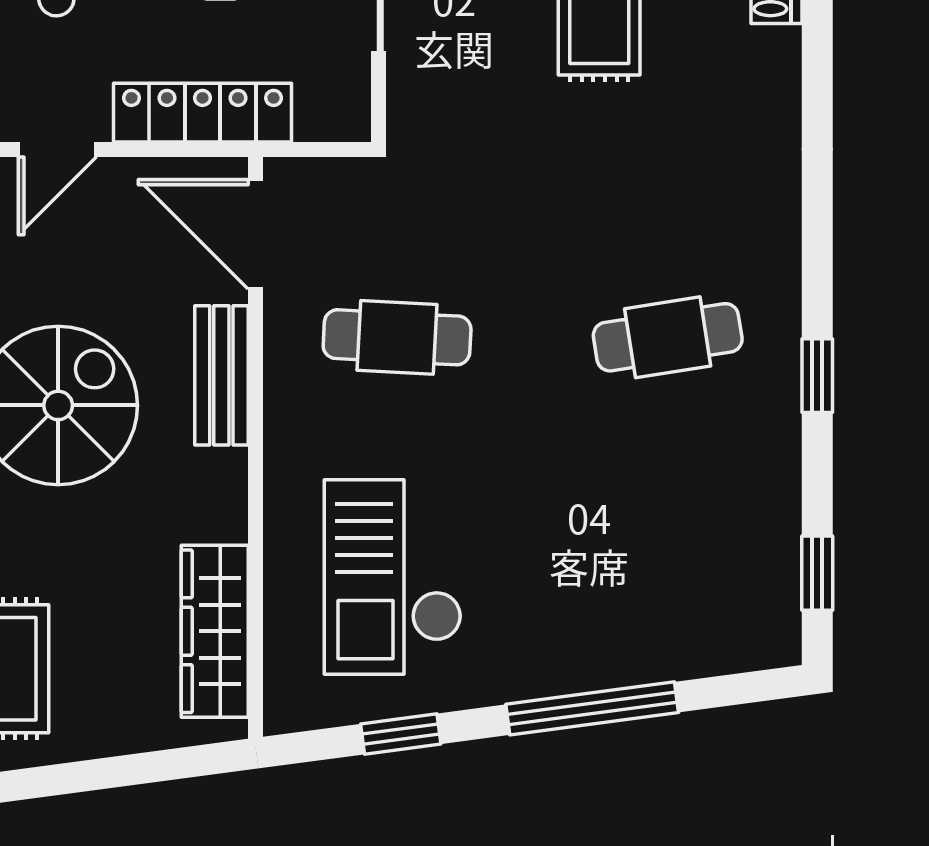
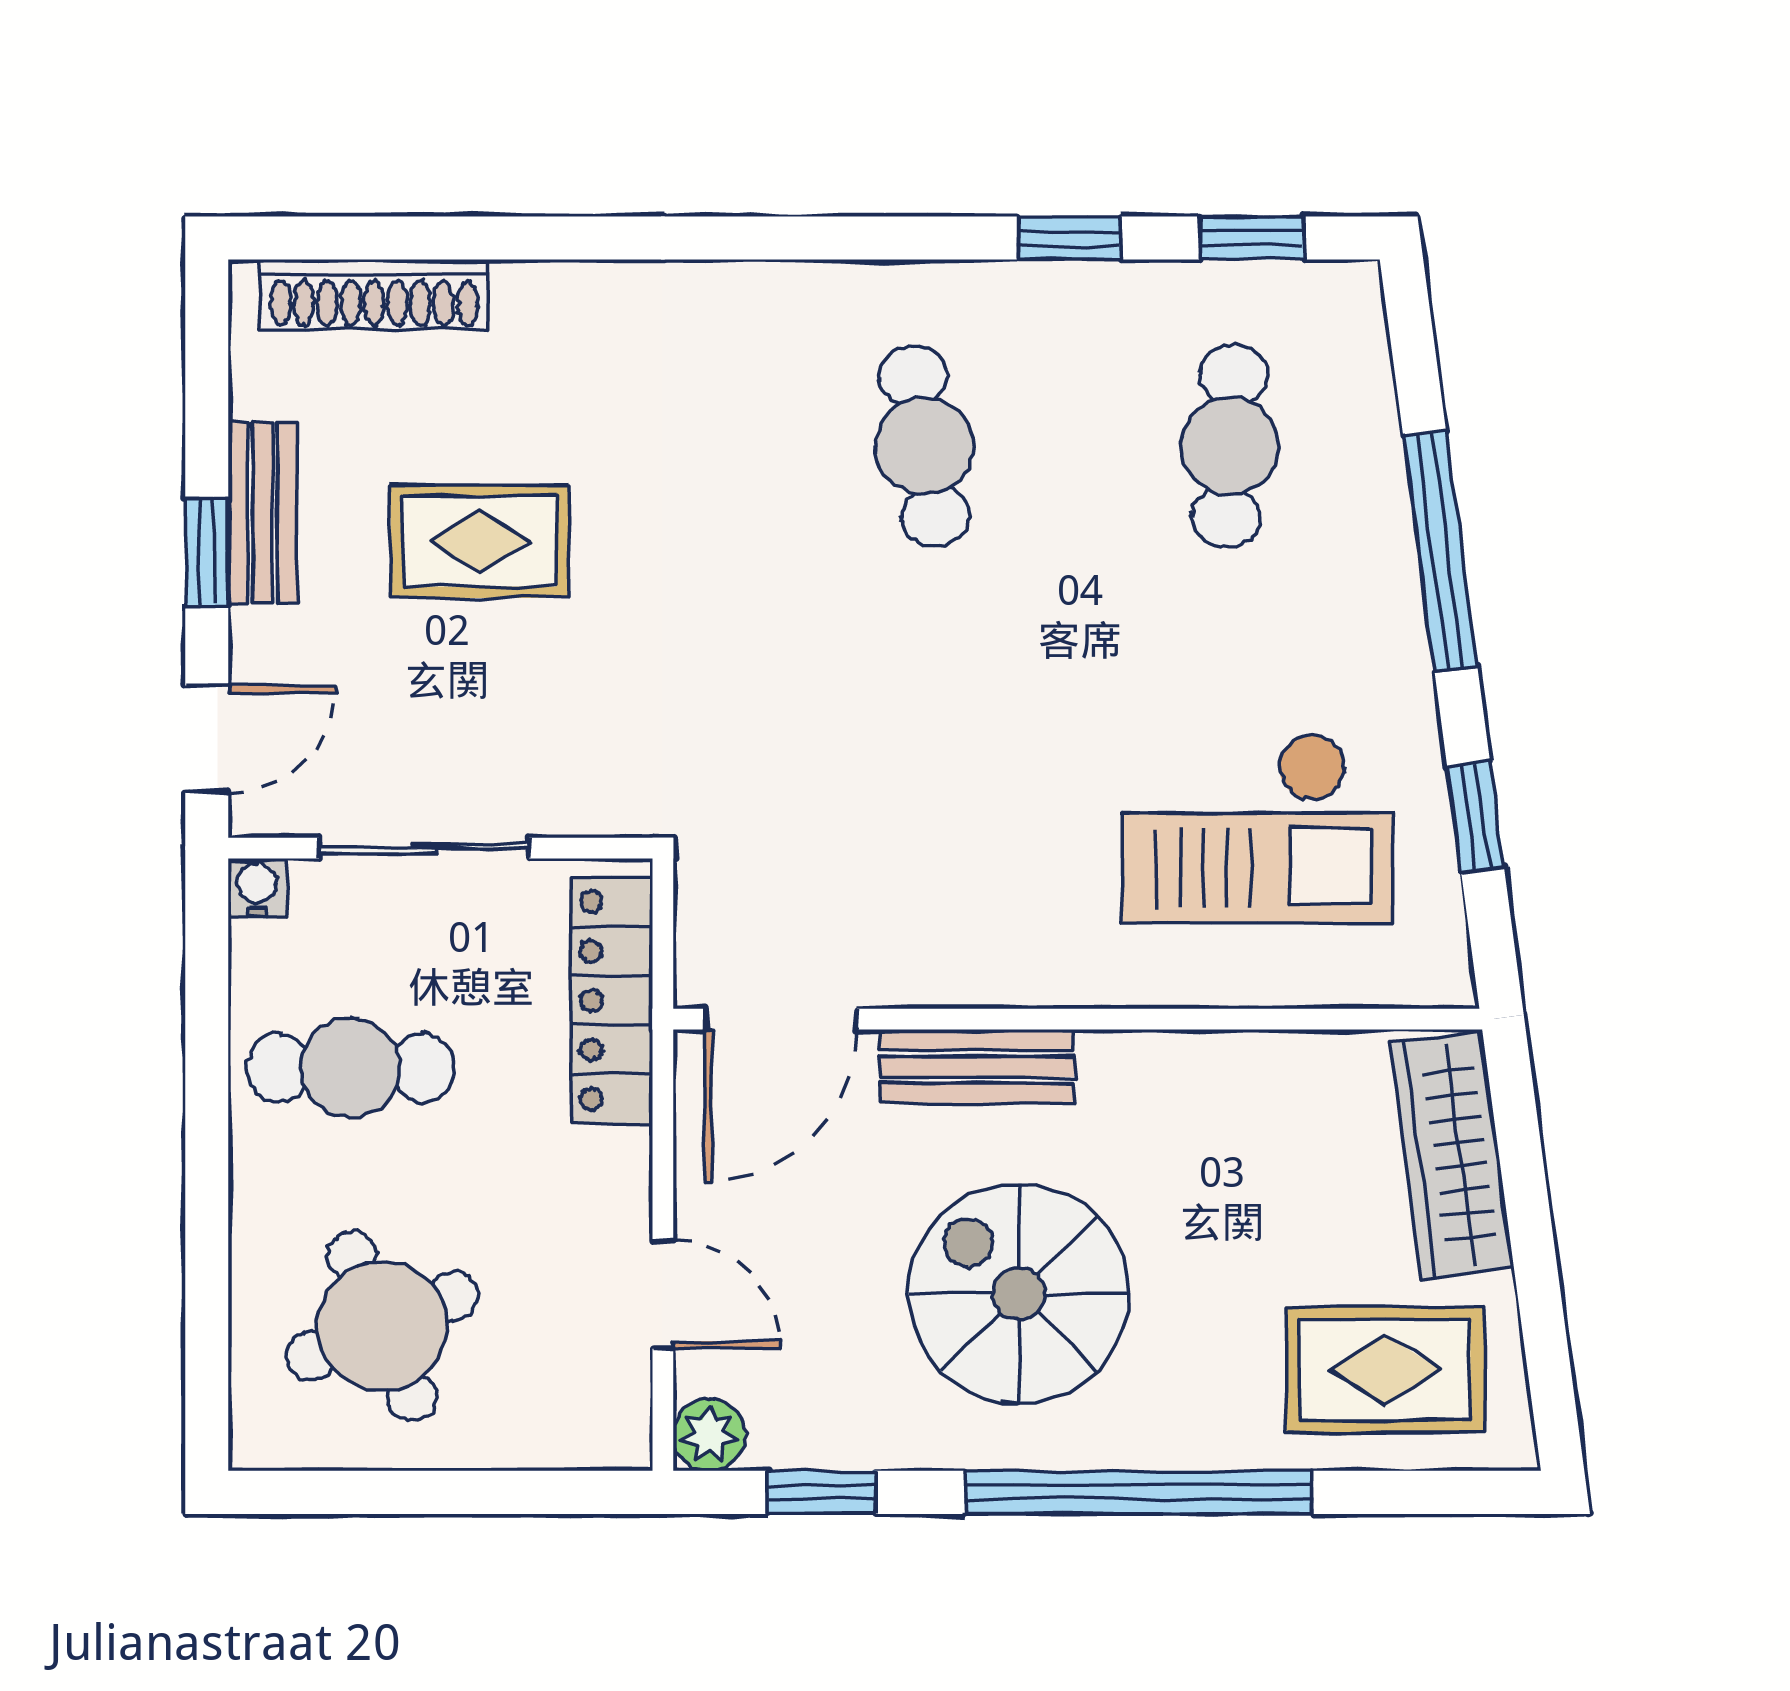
locker: (202, 113) -> (612, 1000), moved
cafe table: (397, 337) -> (1230, 446), moved
window: (817, 376) -> (1069, 238), moved
wardrobe: (215, 631) -> (1452, 1155), moved, turned 82

